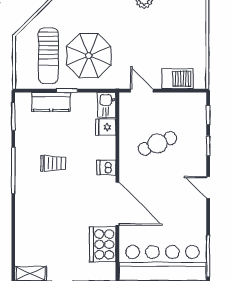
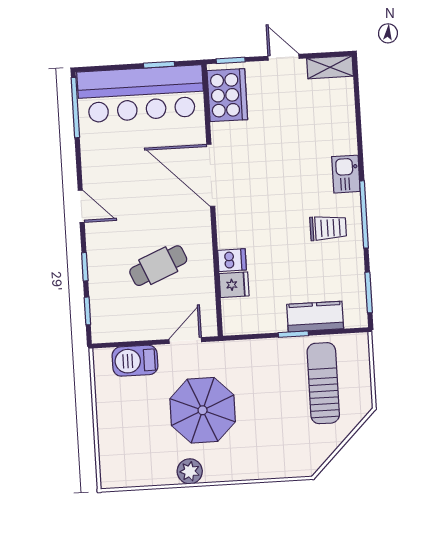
parasol: (89, 56) -> (203, 410), moved
door: (142, 91) -> (185, 341), swing flipped
kitchen sink: (107, 105) -> (346, 174), moved, turned 180
trolley: (53, 163) -> (328, 228), moved, turned 180
dishwasher: (106, 168) -> (232, 260), moved
cooker: (103, 244) -> (227, 95), moved

